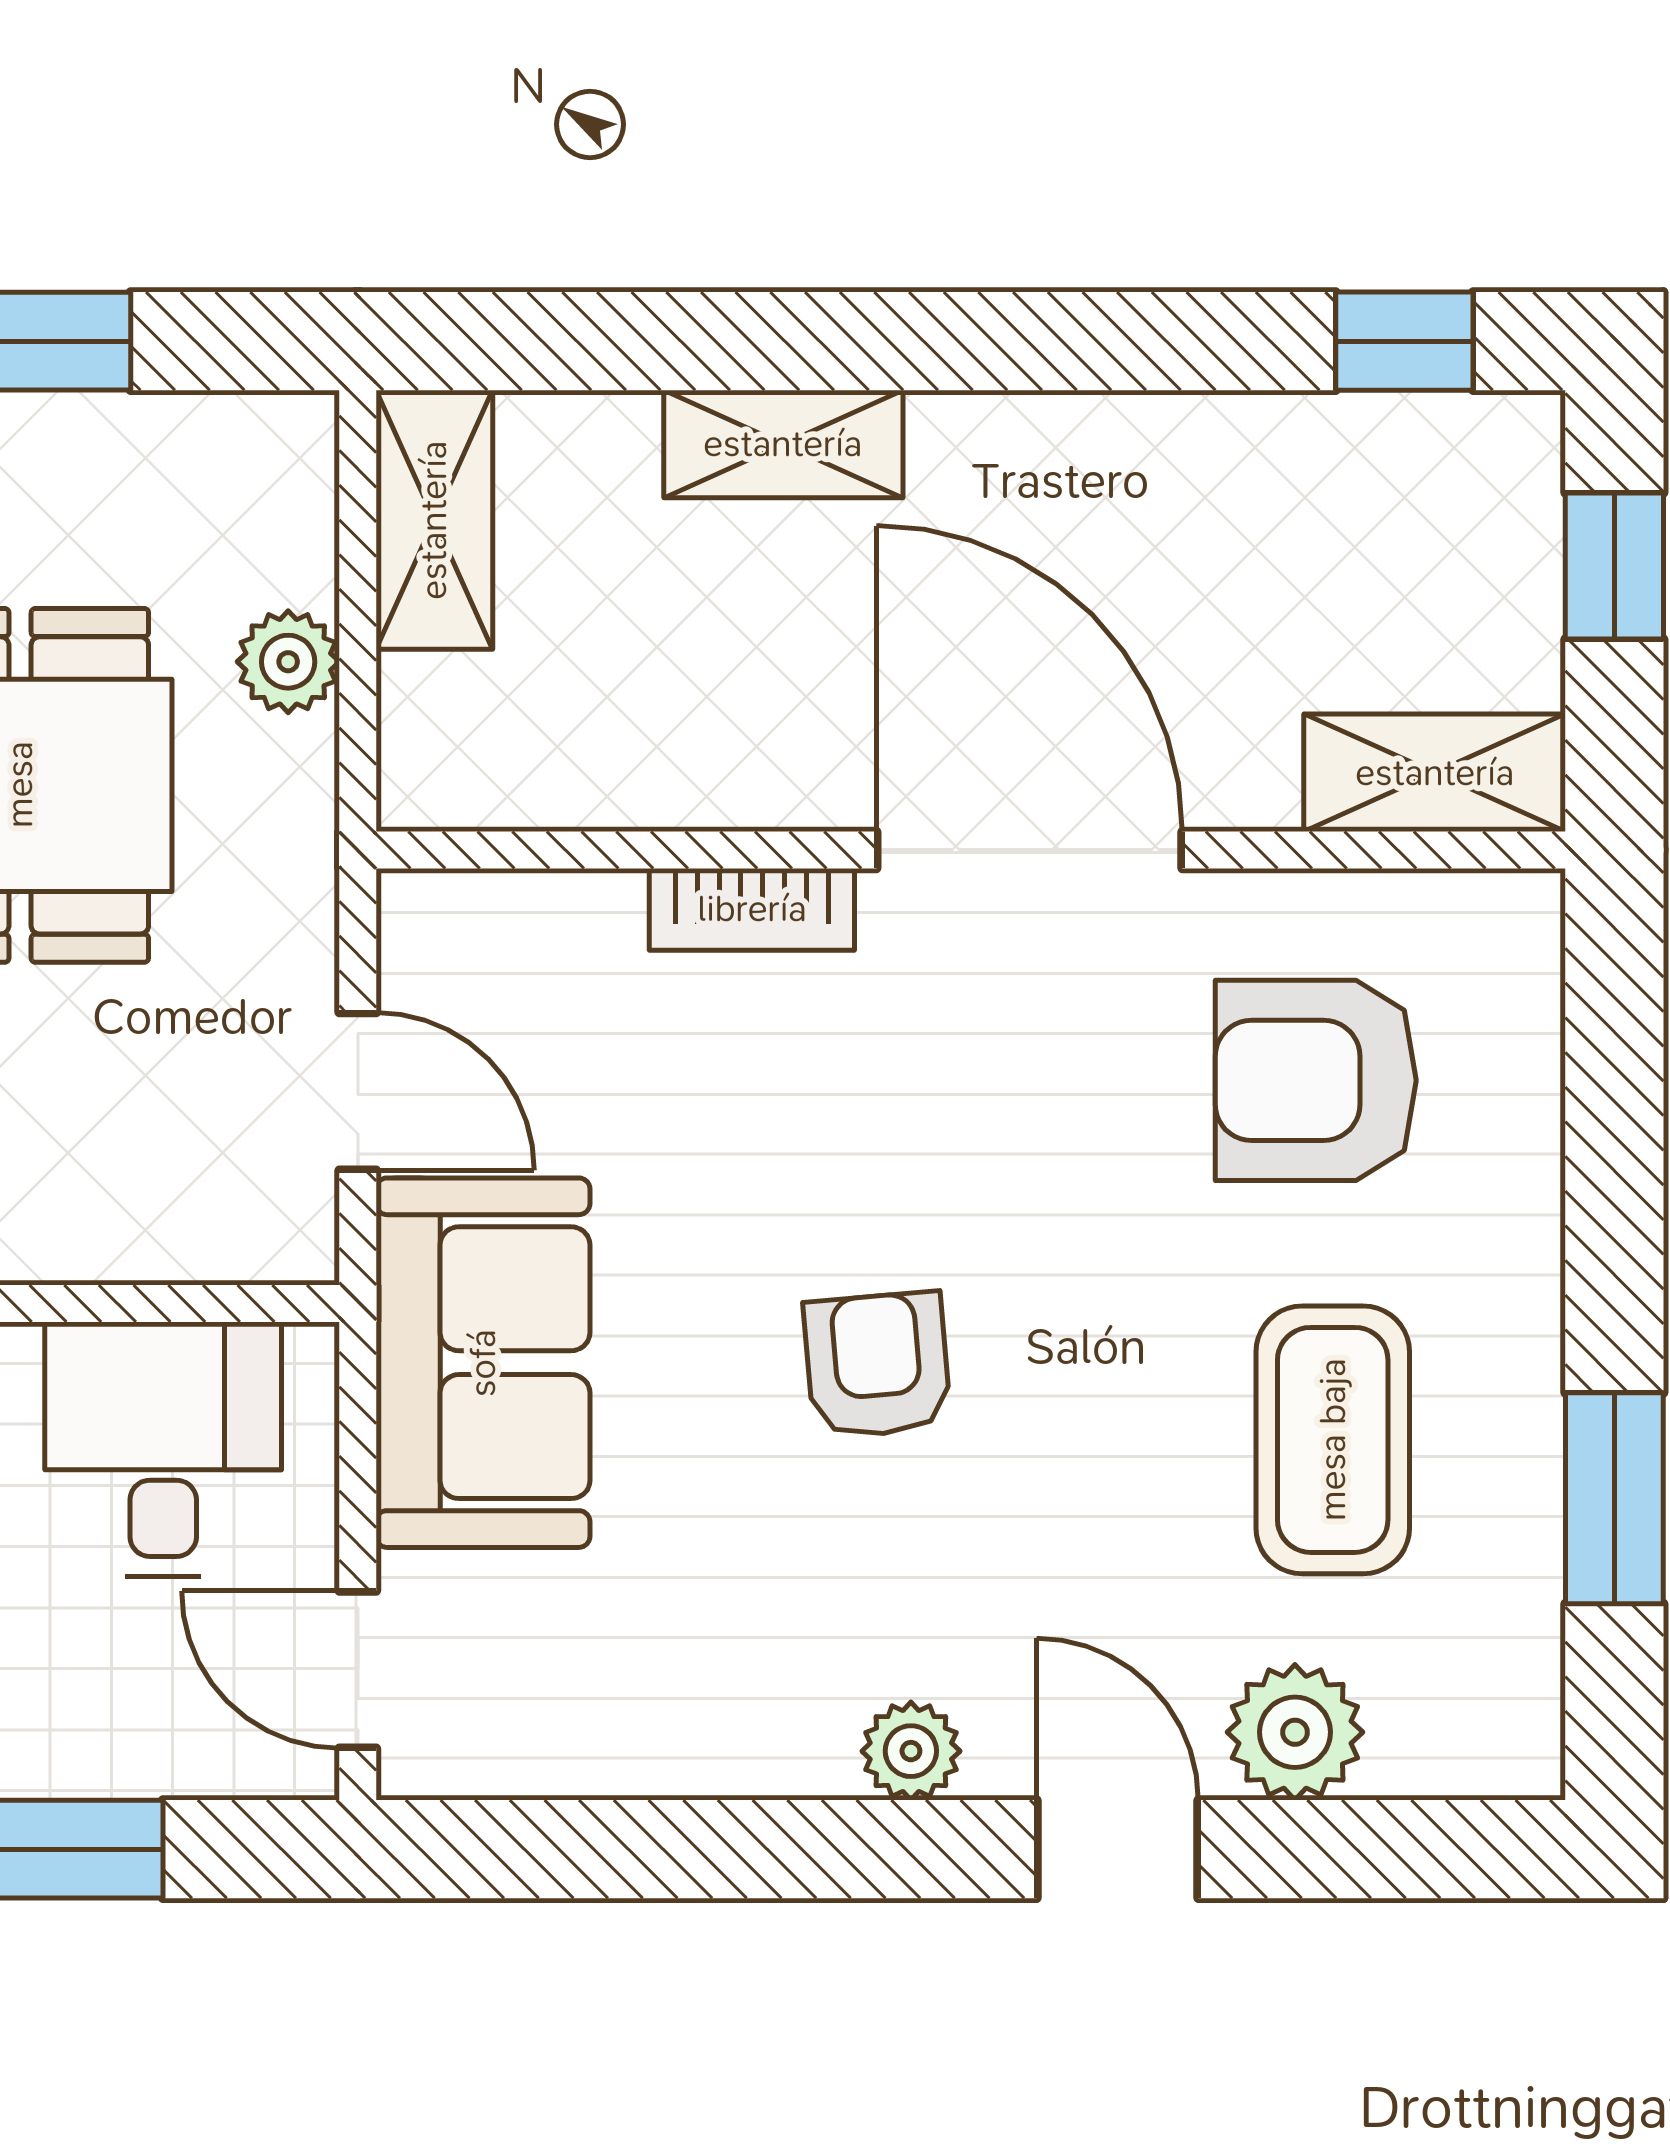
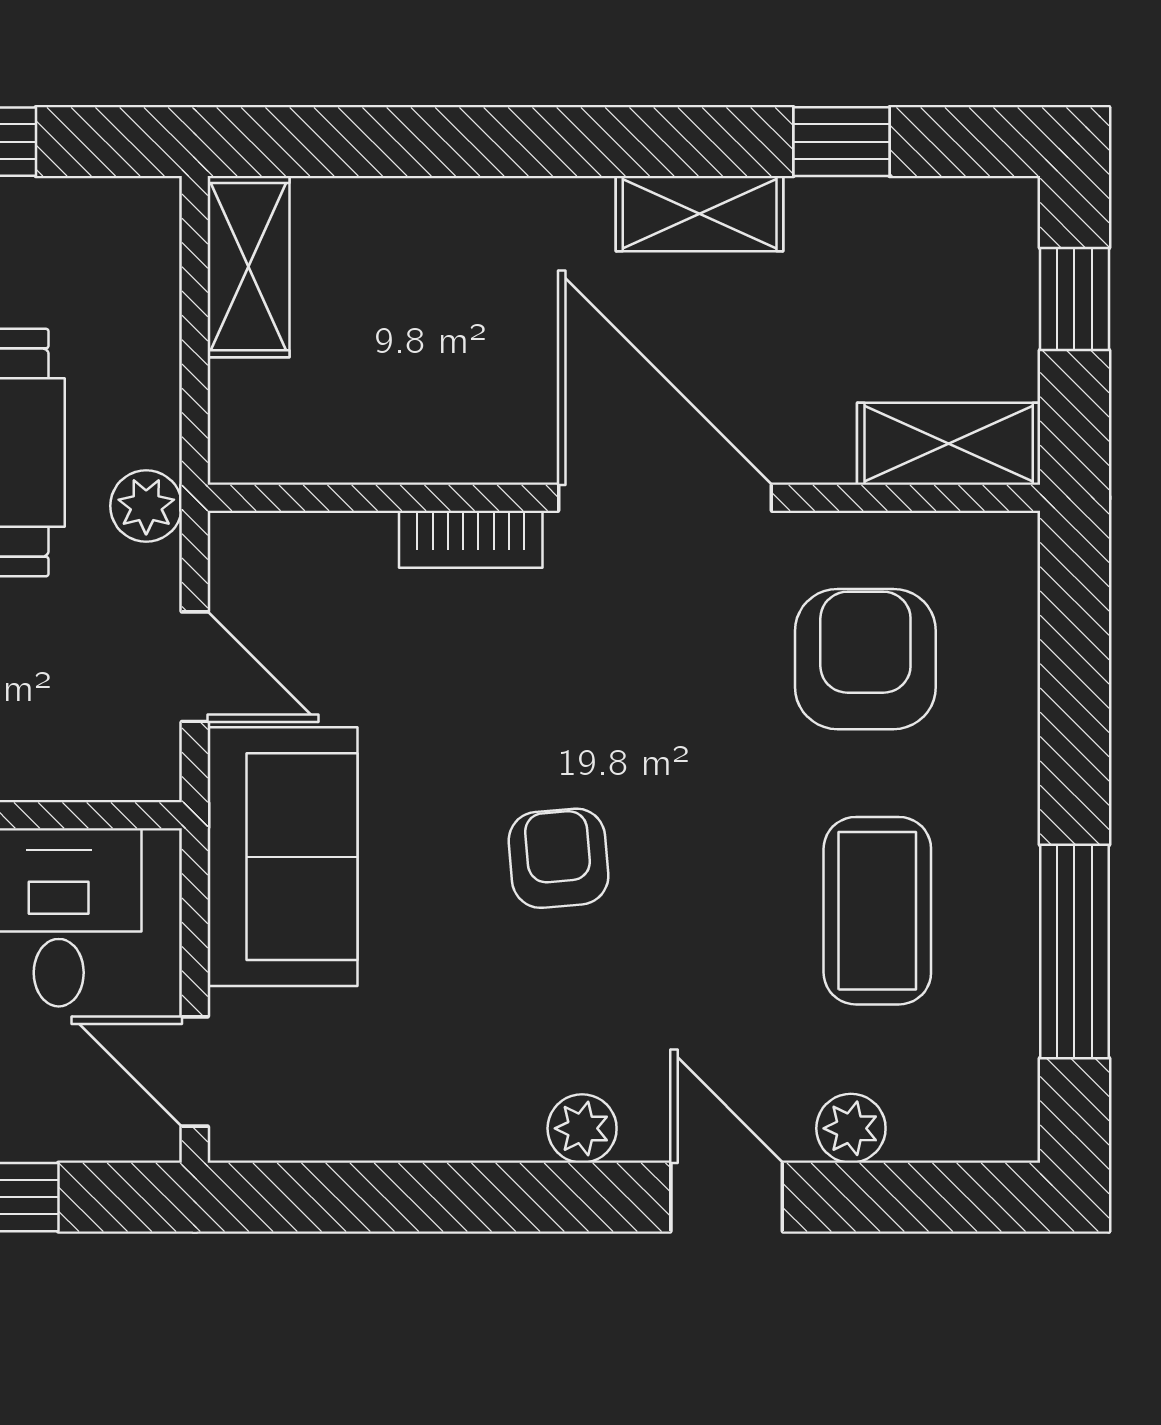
window: (1404, 341) -> (842, 142), moved
shelving: (783, 444) -> (700, 214), moved
plant: (288, 662) -> (146, 506), moved
armchair: (1316, 1080) -> (865, 659), turned 90
window: (1614, 1498) -> (1074, 952), width x1.44
plant: (1295, 1732) -> (851, 1128), width x0.73, depth x0.73

